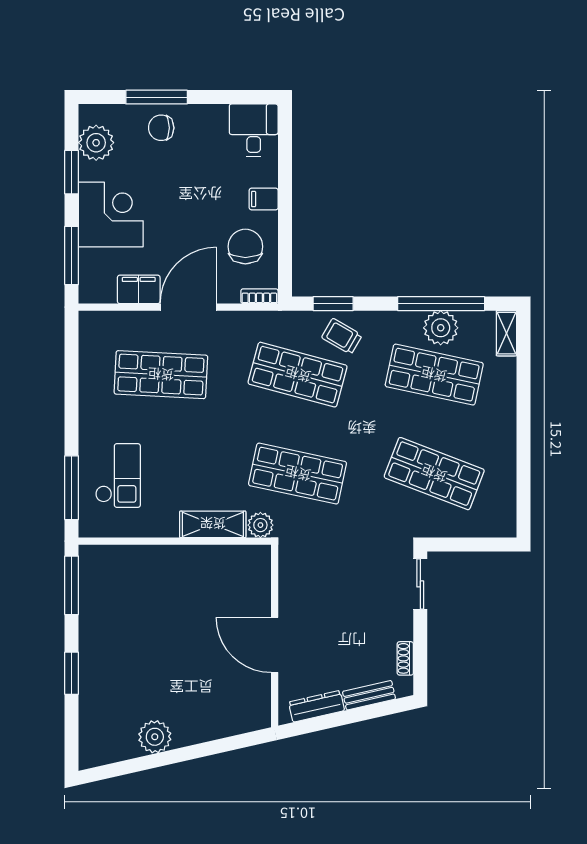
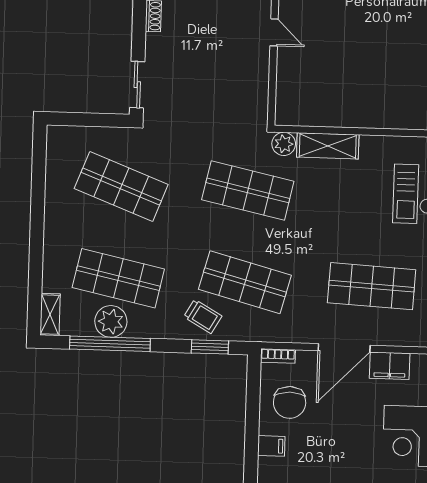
door: (275, 645) -> (274, 32), width x0.53

